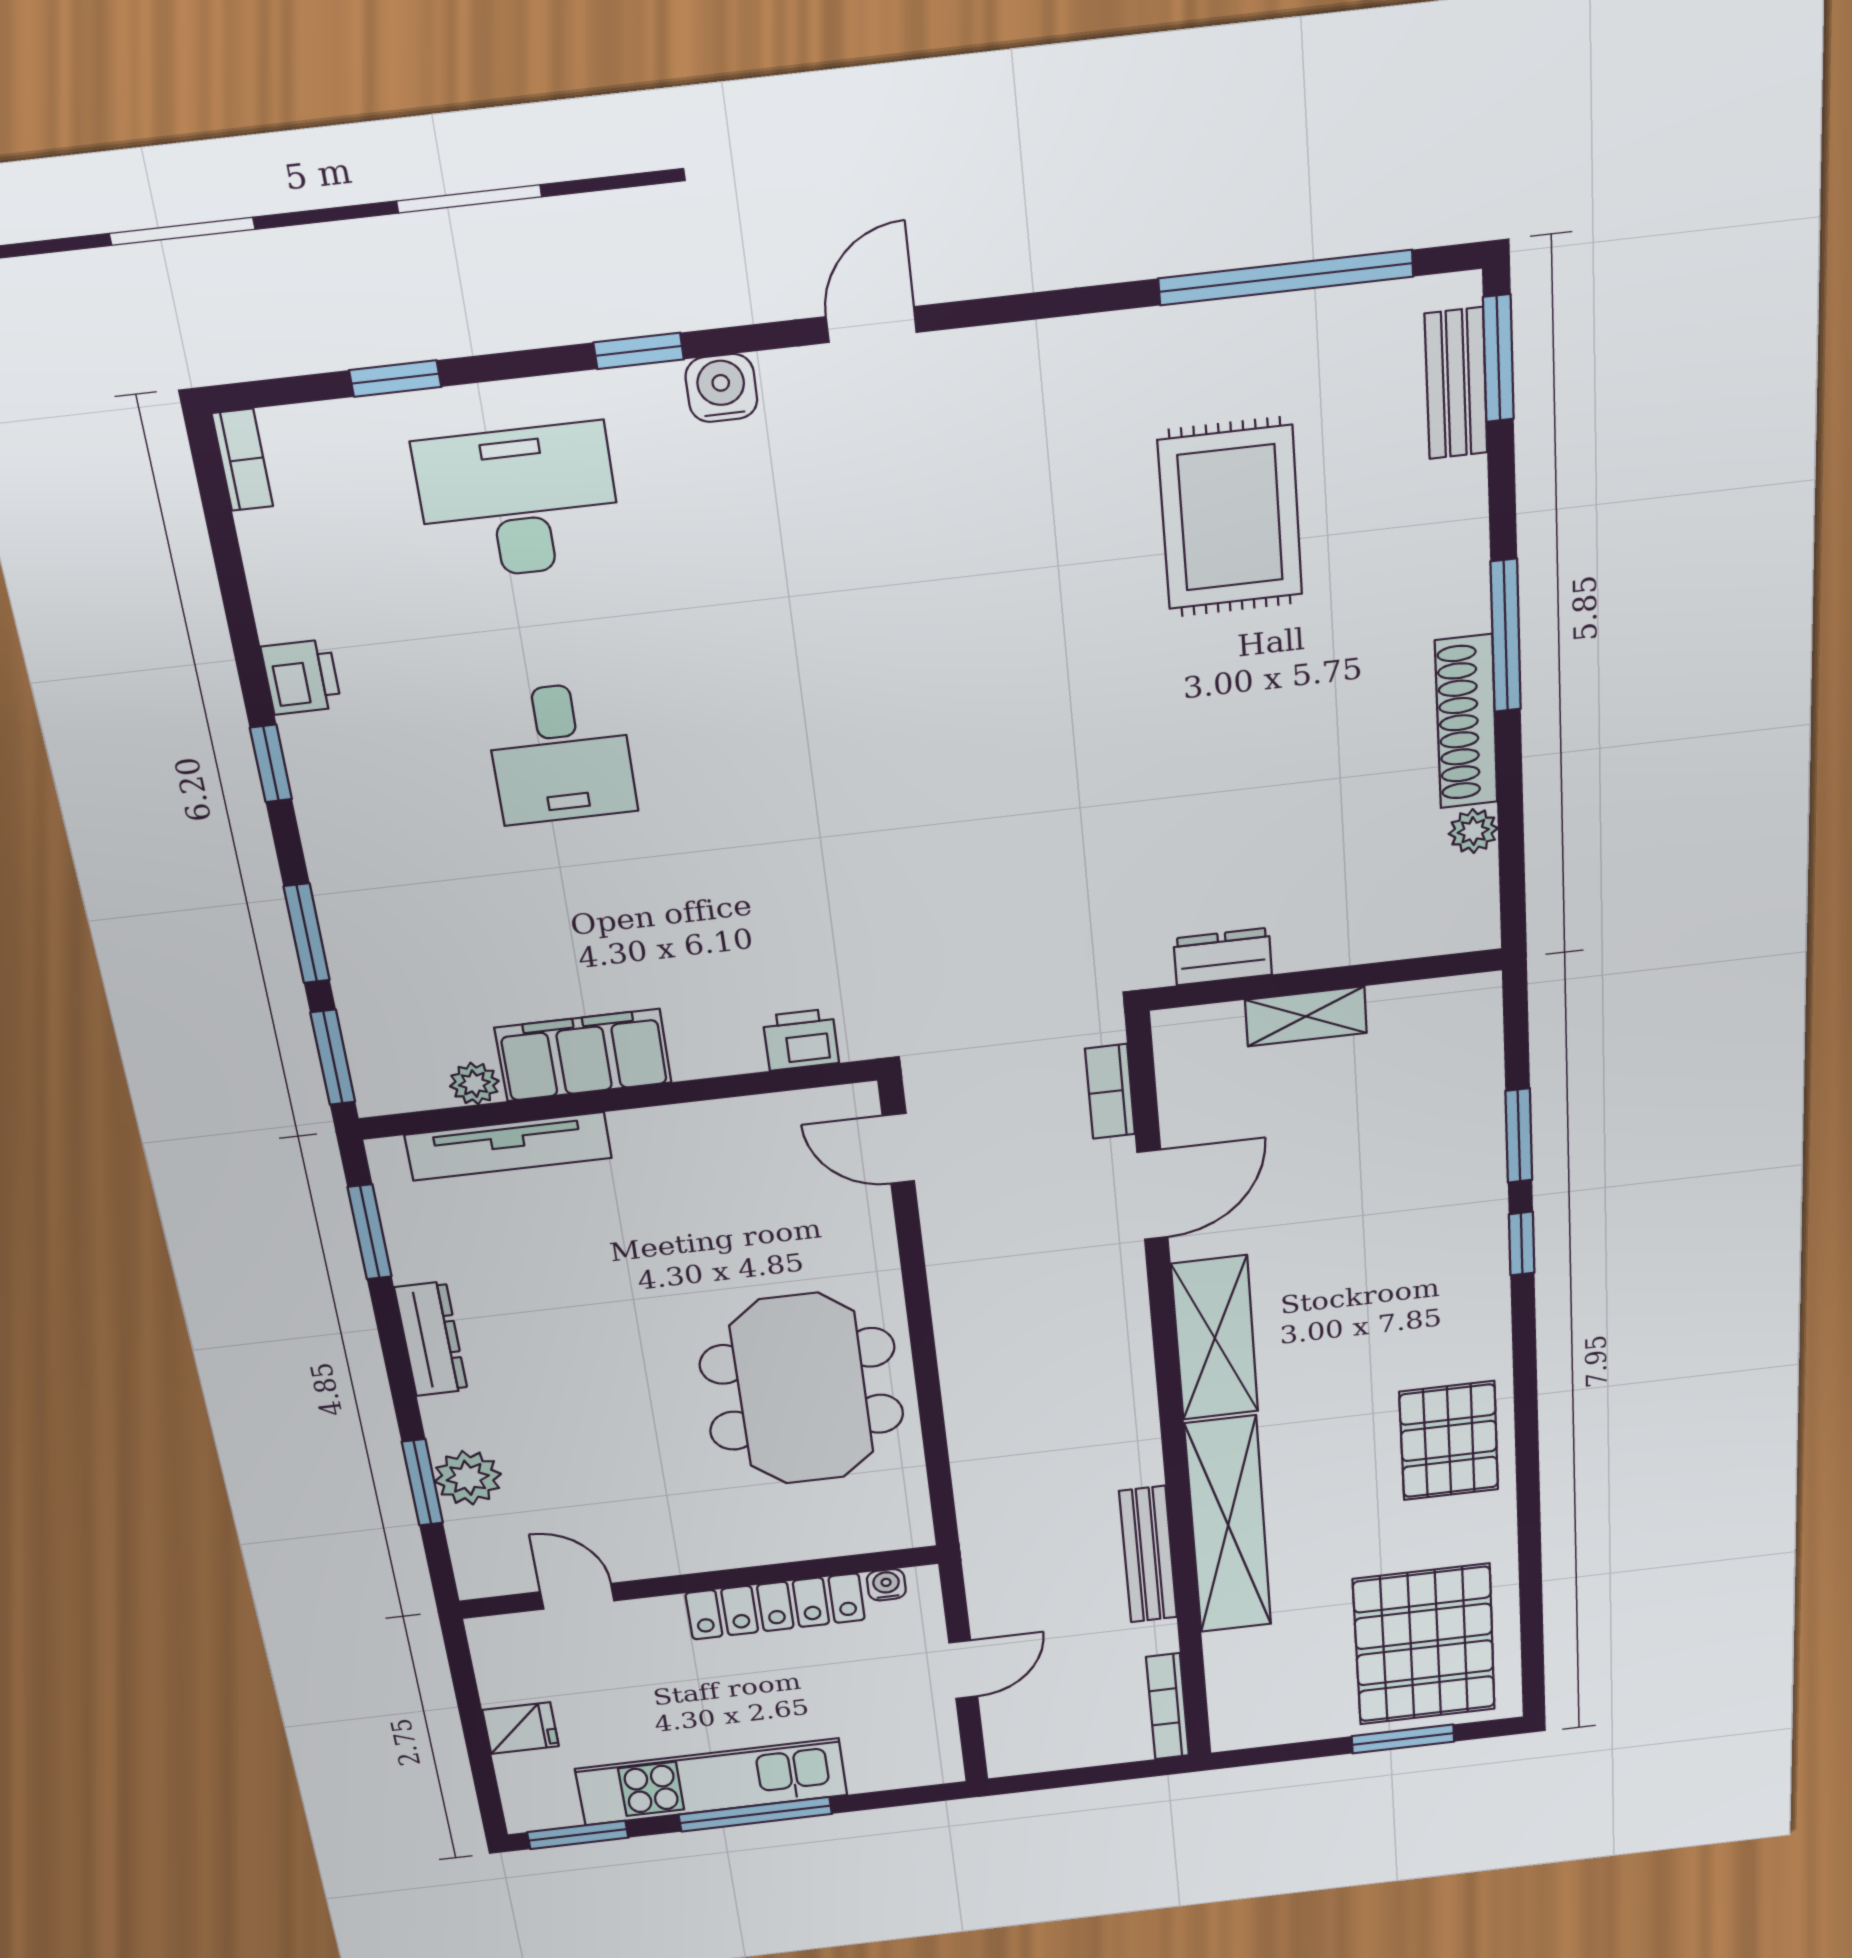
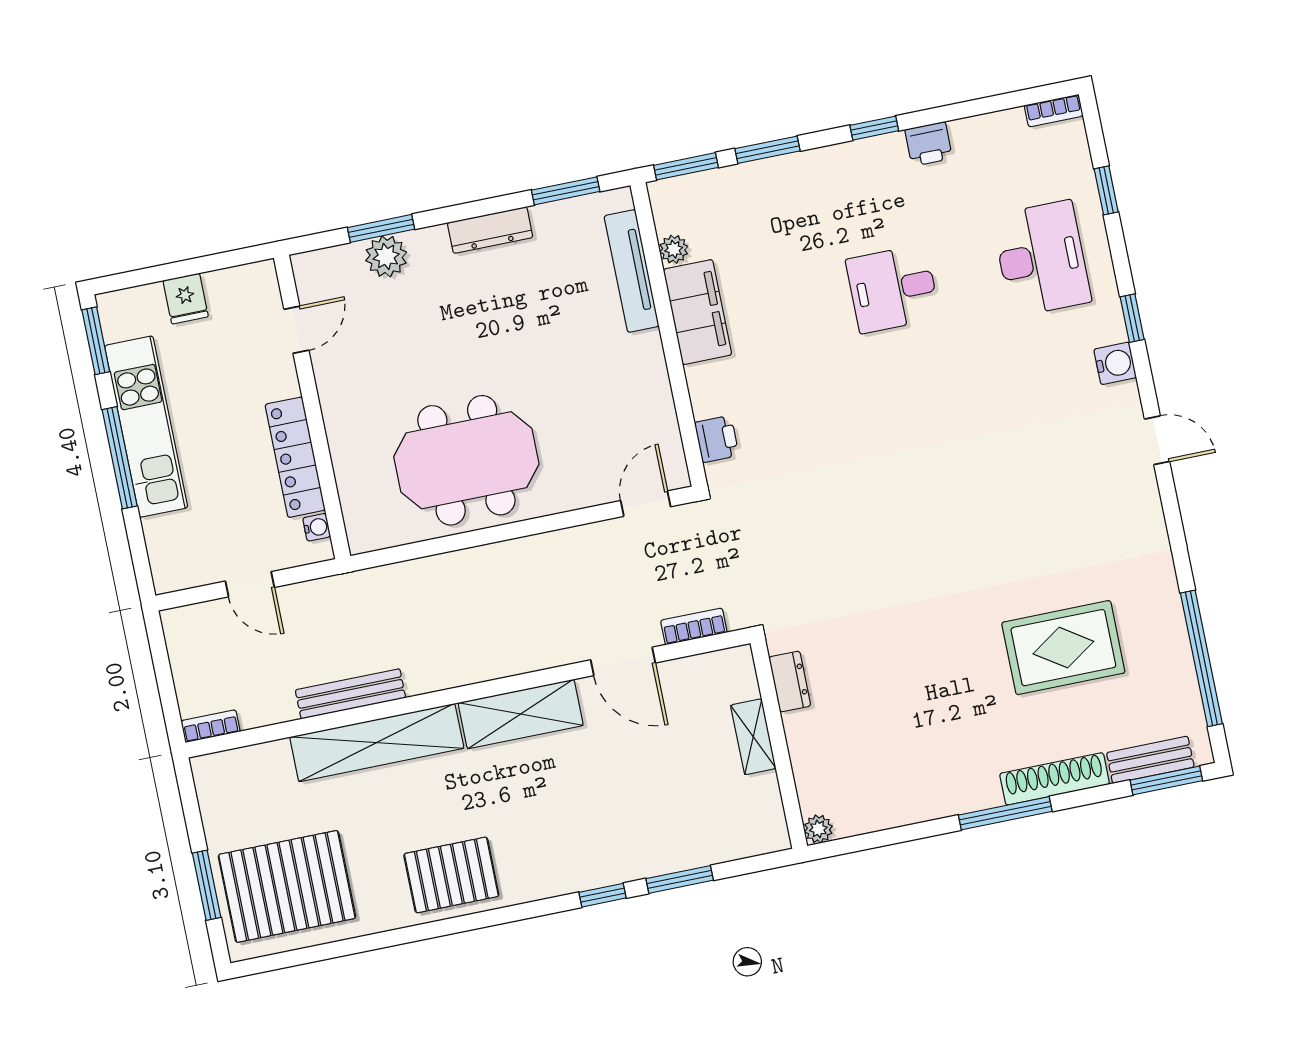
shoe rack: (1466, 722) -> (1055, 779), moved
plant: (1473, 831) -> (818, 829), moved
bookcase: (1168, 1706) -> (211, 726), width x0.64

